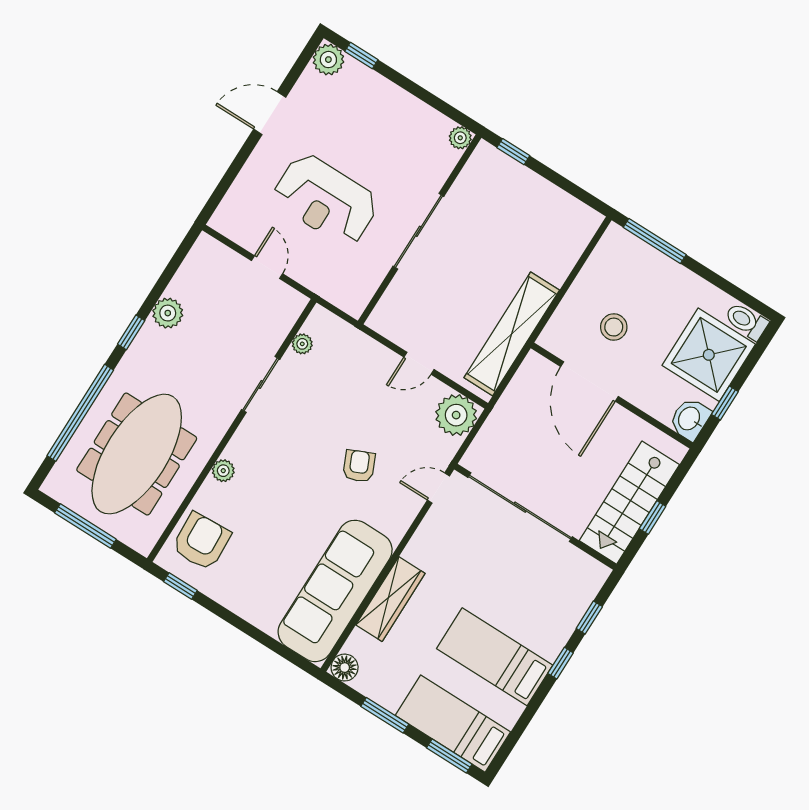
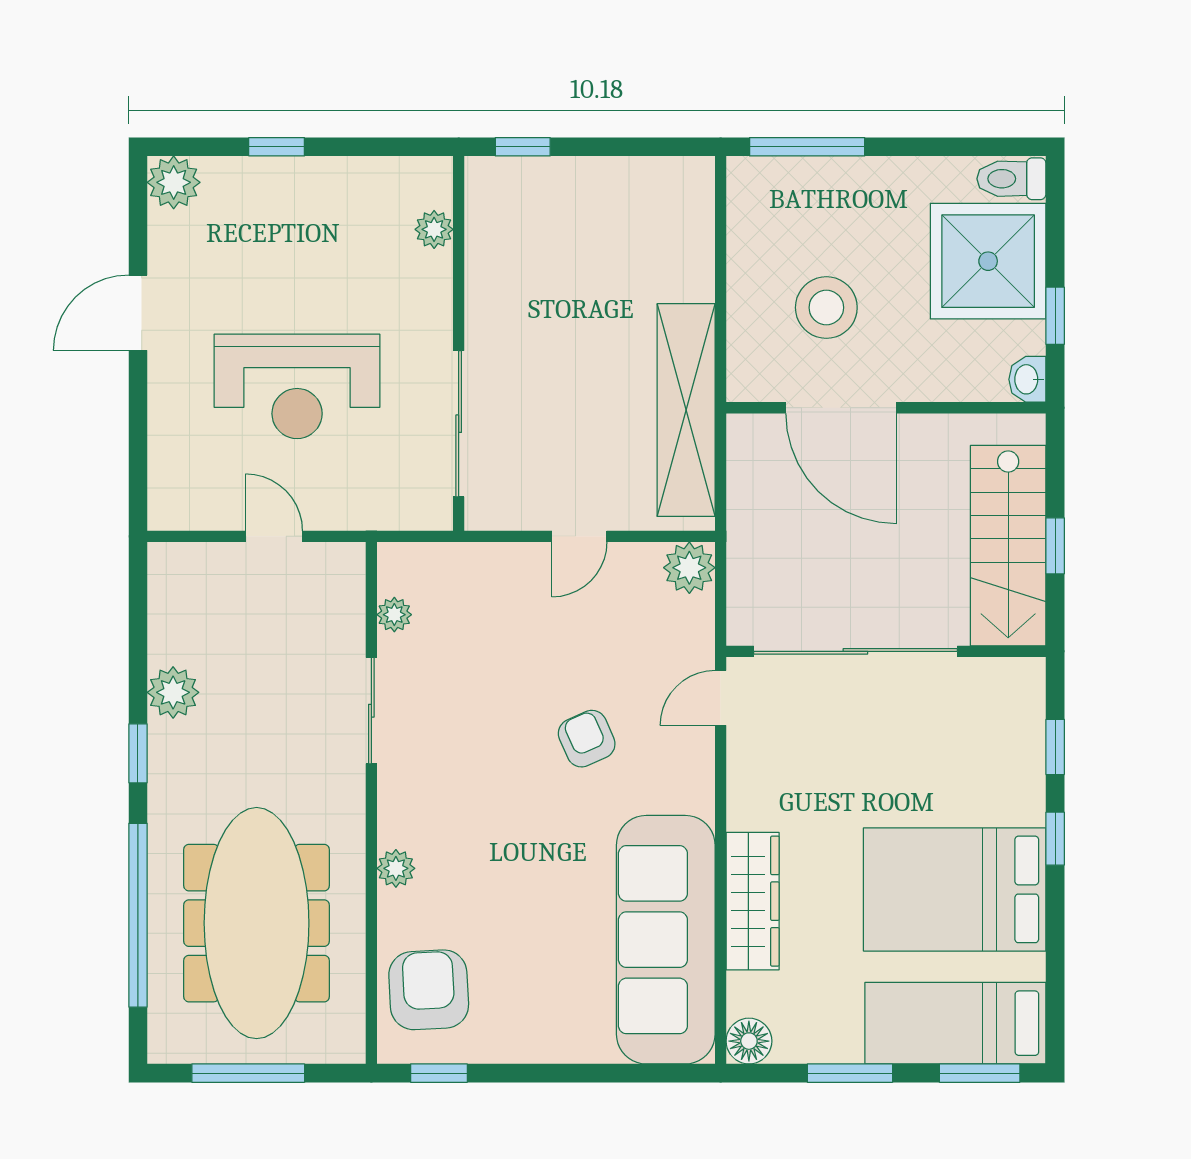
window: (361, 56) -> (277, 147), moved
plant: (460, 138) -> (434, 229), moved
sliding door: (418, 231) -> (459, 424), moved
stool: (614, 327) -> (826, 308), width x1.38, depth x1.38
plant: (456, 415) -> (689, 568), width x0.73, depth x0.73
washbasin: (690, 419) -> (1027, 379), width x0.72, depth x0.69
bed: (495, 657) -> (955, 889), width x1.50

